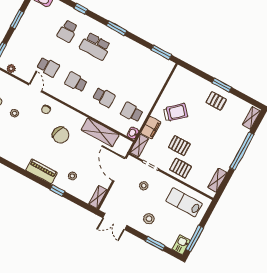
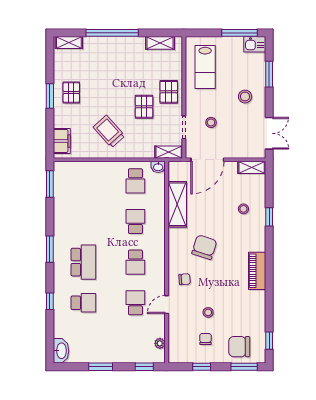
filing cabinet: (151, 128) -> (62, 141), moved, turned 90
piano: (42, 171) -> (257, 271), moved

